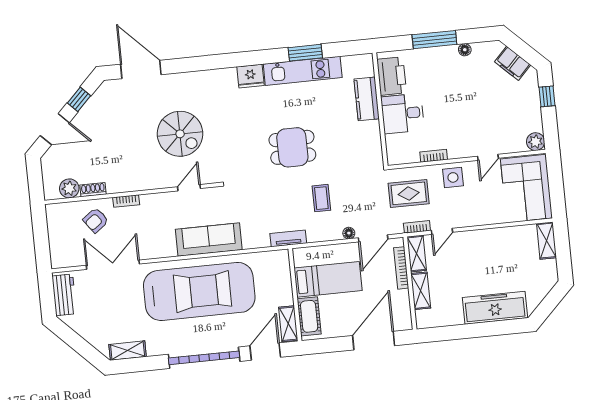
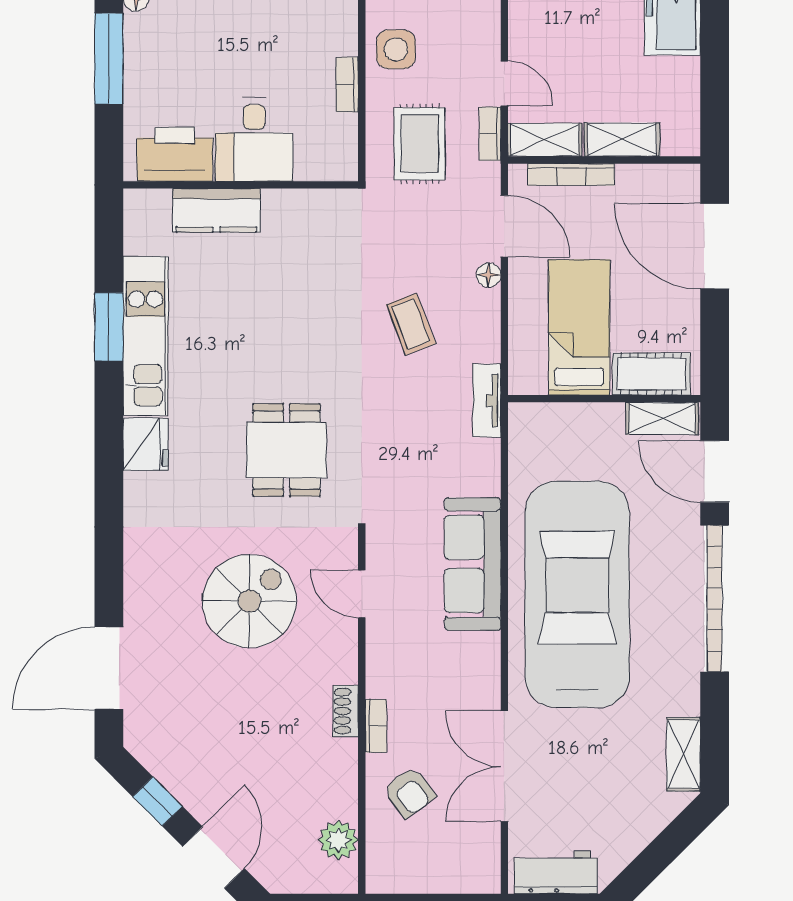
dining table: (292, 147) -> (286, 450), moved
shoe rack: (93, 190) -> (346, 711), moved
coffee table: (321, 198) -> (411, 324), turned 69

